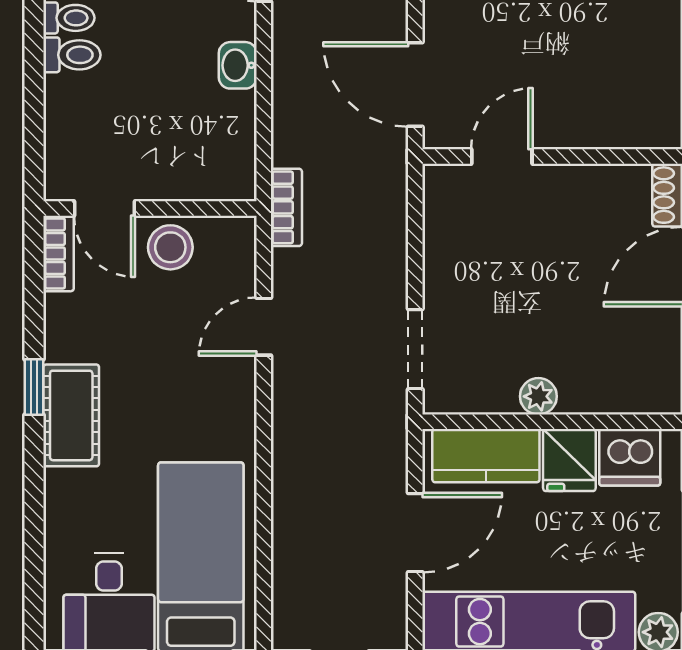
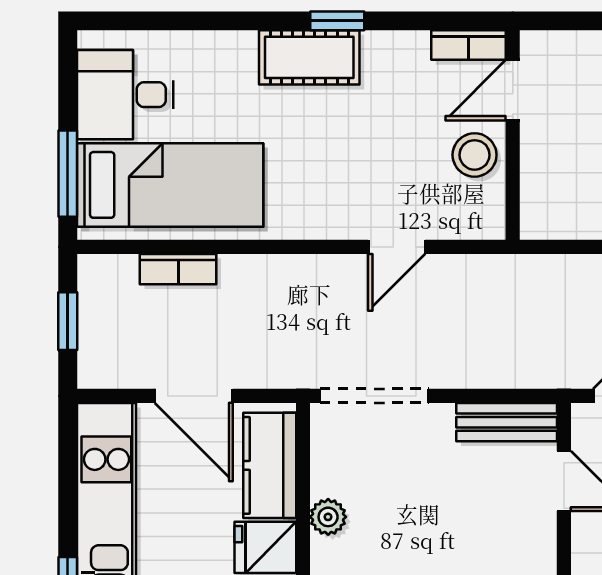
bookcase: (286, 207) -> (178, 269), moved
bench: (442, 215) -> (507, 422), added
door: (264, 327) -> (397, 247), swing flipped
doorway: (415, 349) -> (374, 396), width x1.38

